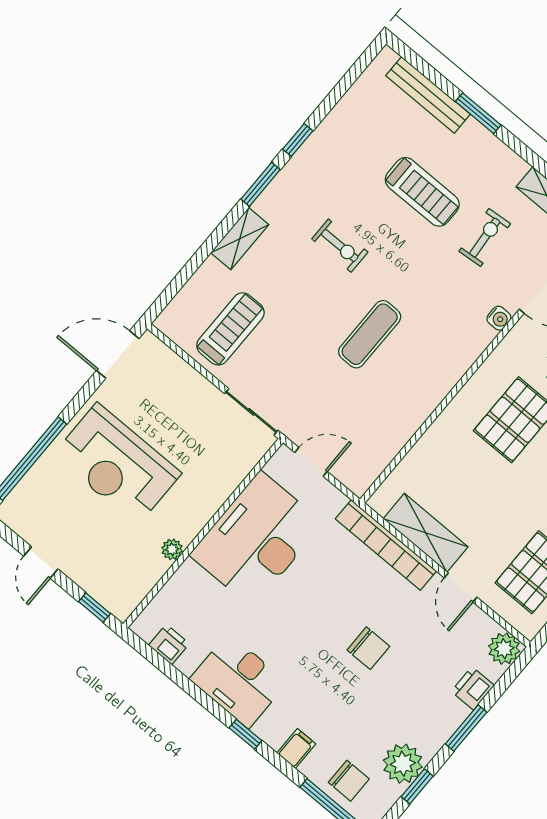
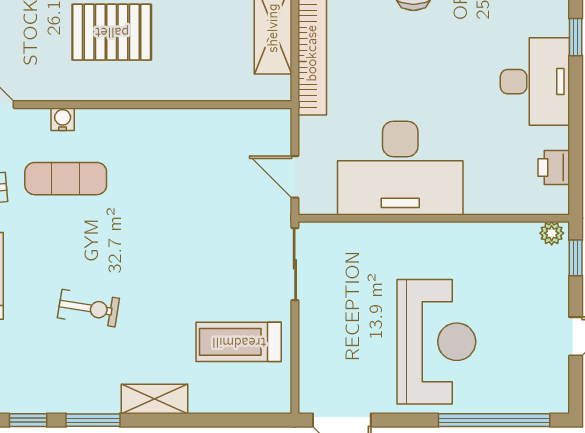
exercise bike: (340, 246) -> (88, 308), turned 99
water cooler: (499, 318) -> (63, 119), moved
exercise mat: (370, 334) -> (66, 179), moved
plant: (172, 549) -> (552, 233), moved

